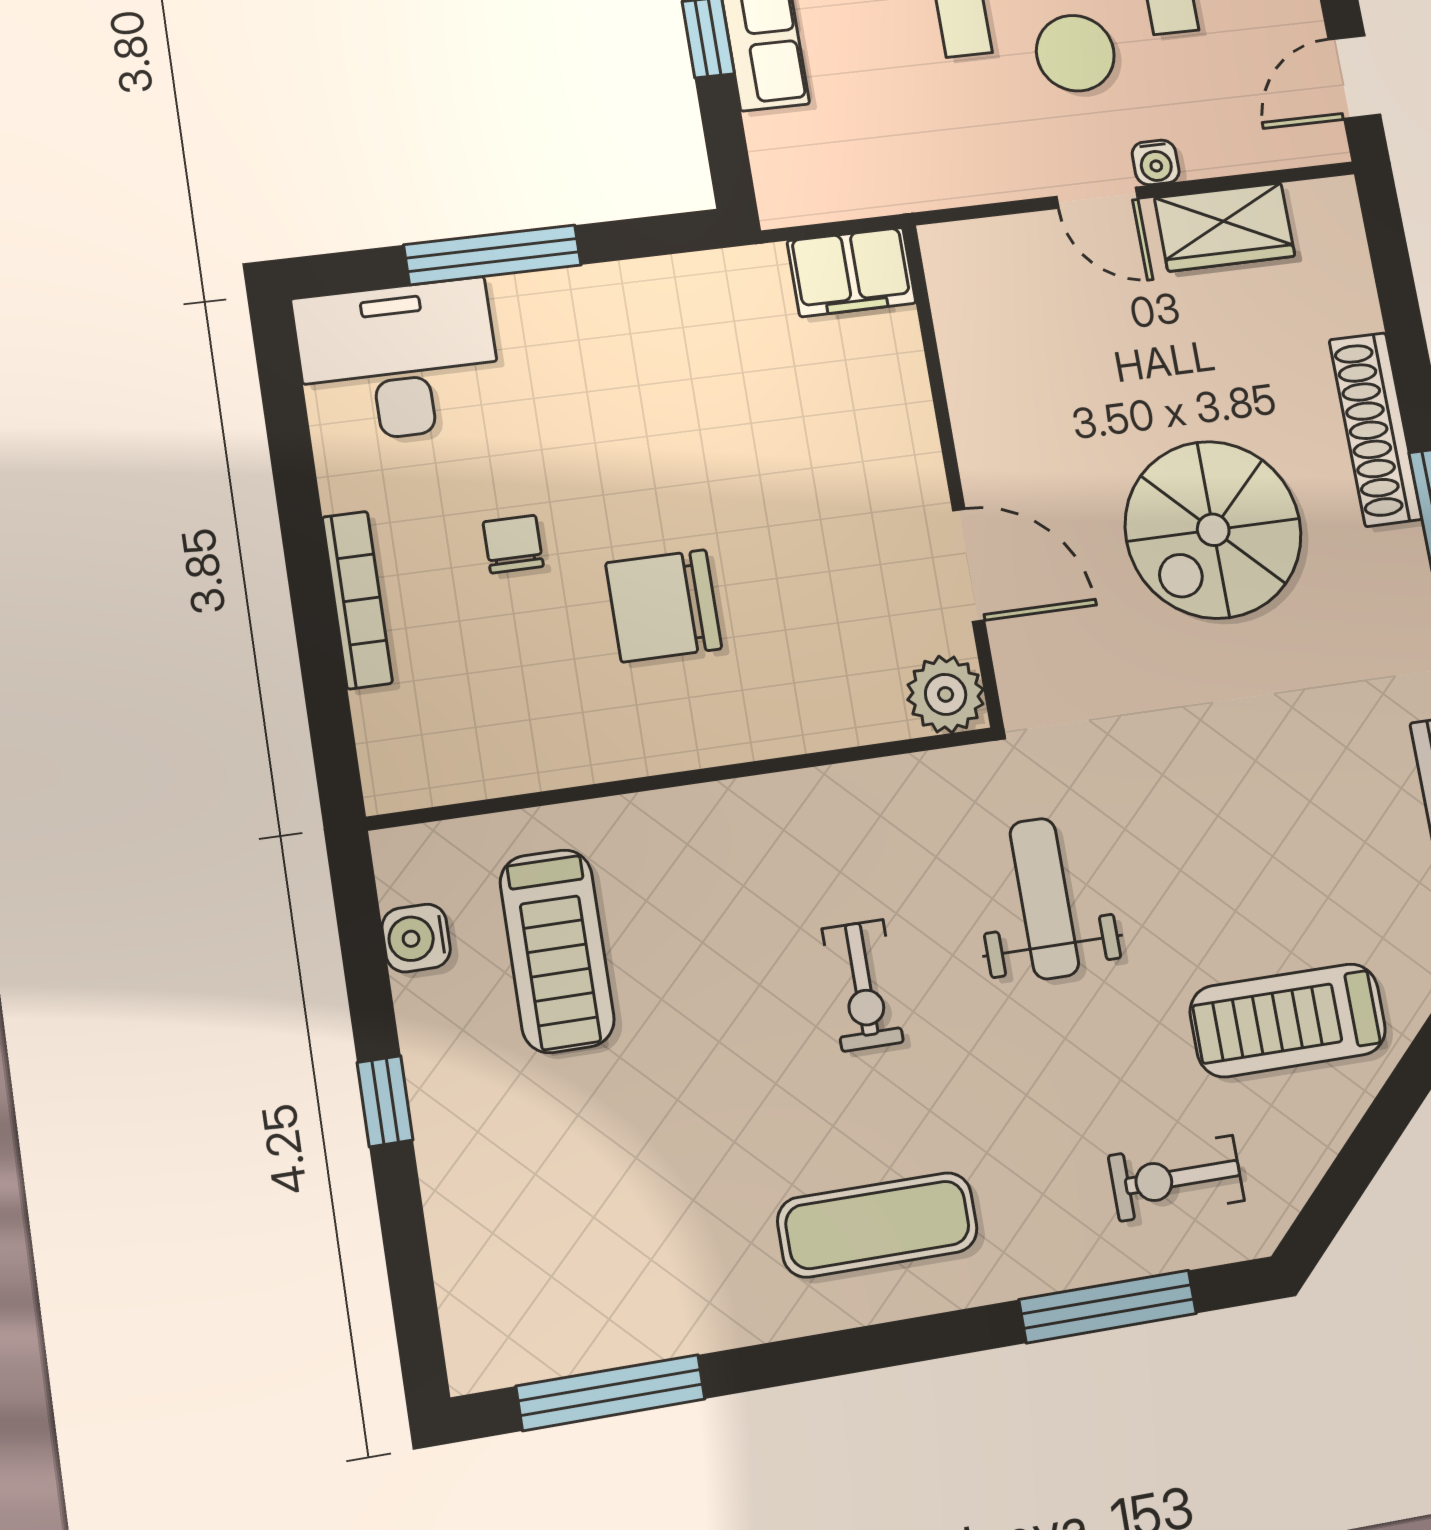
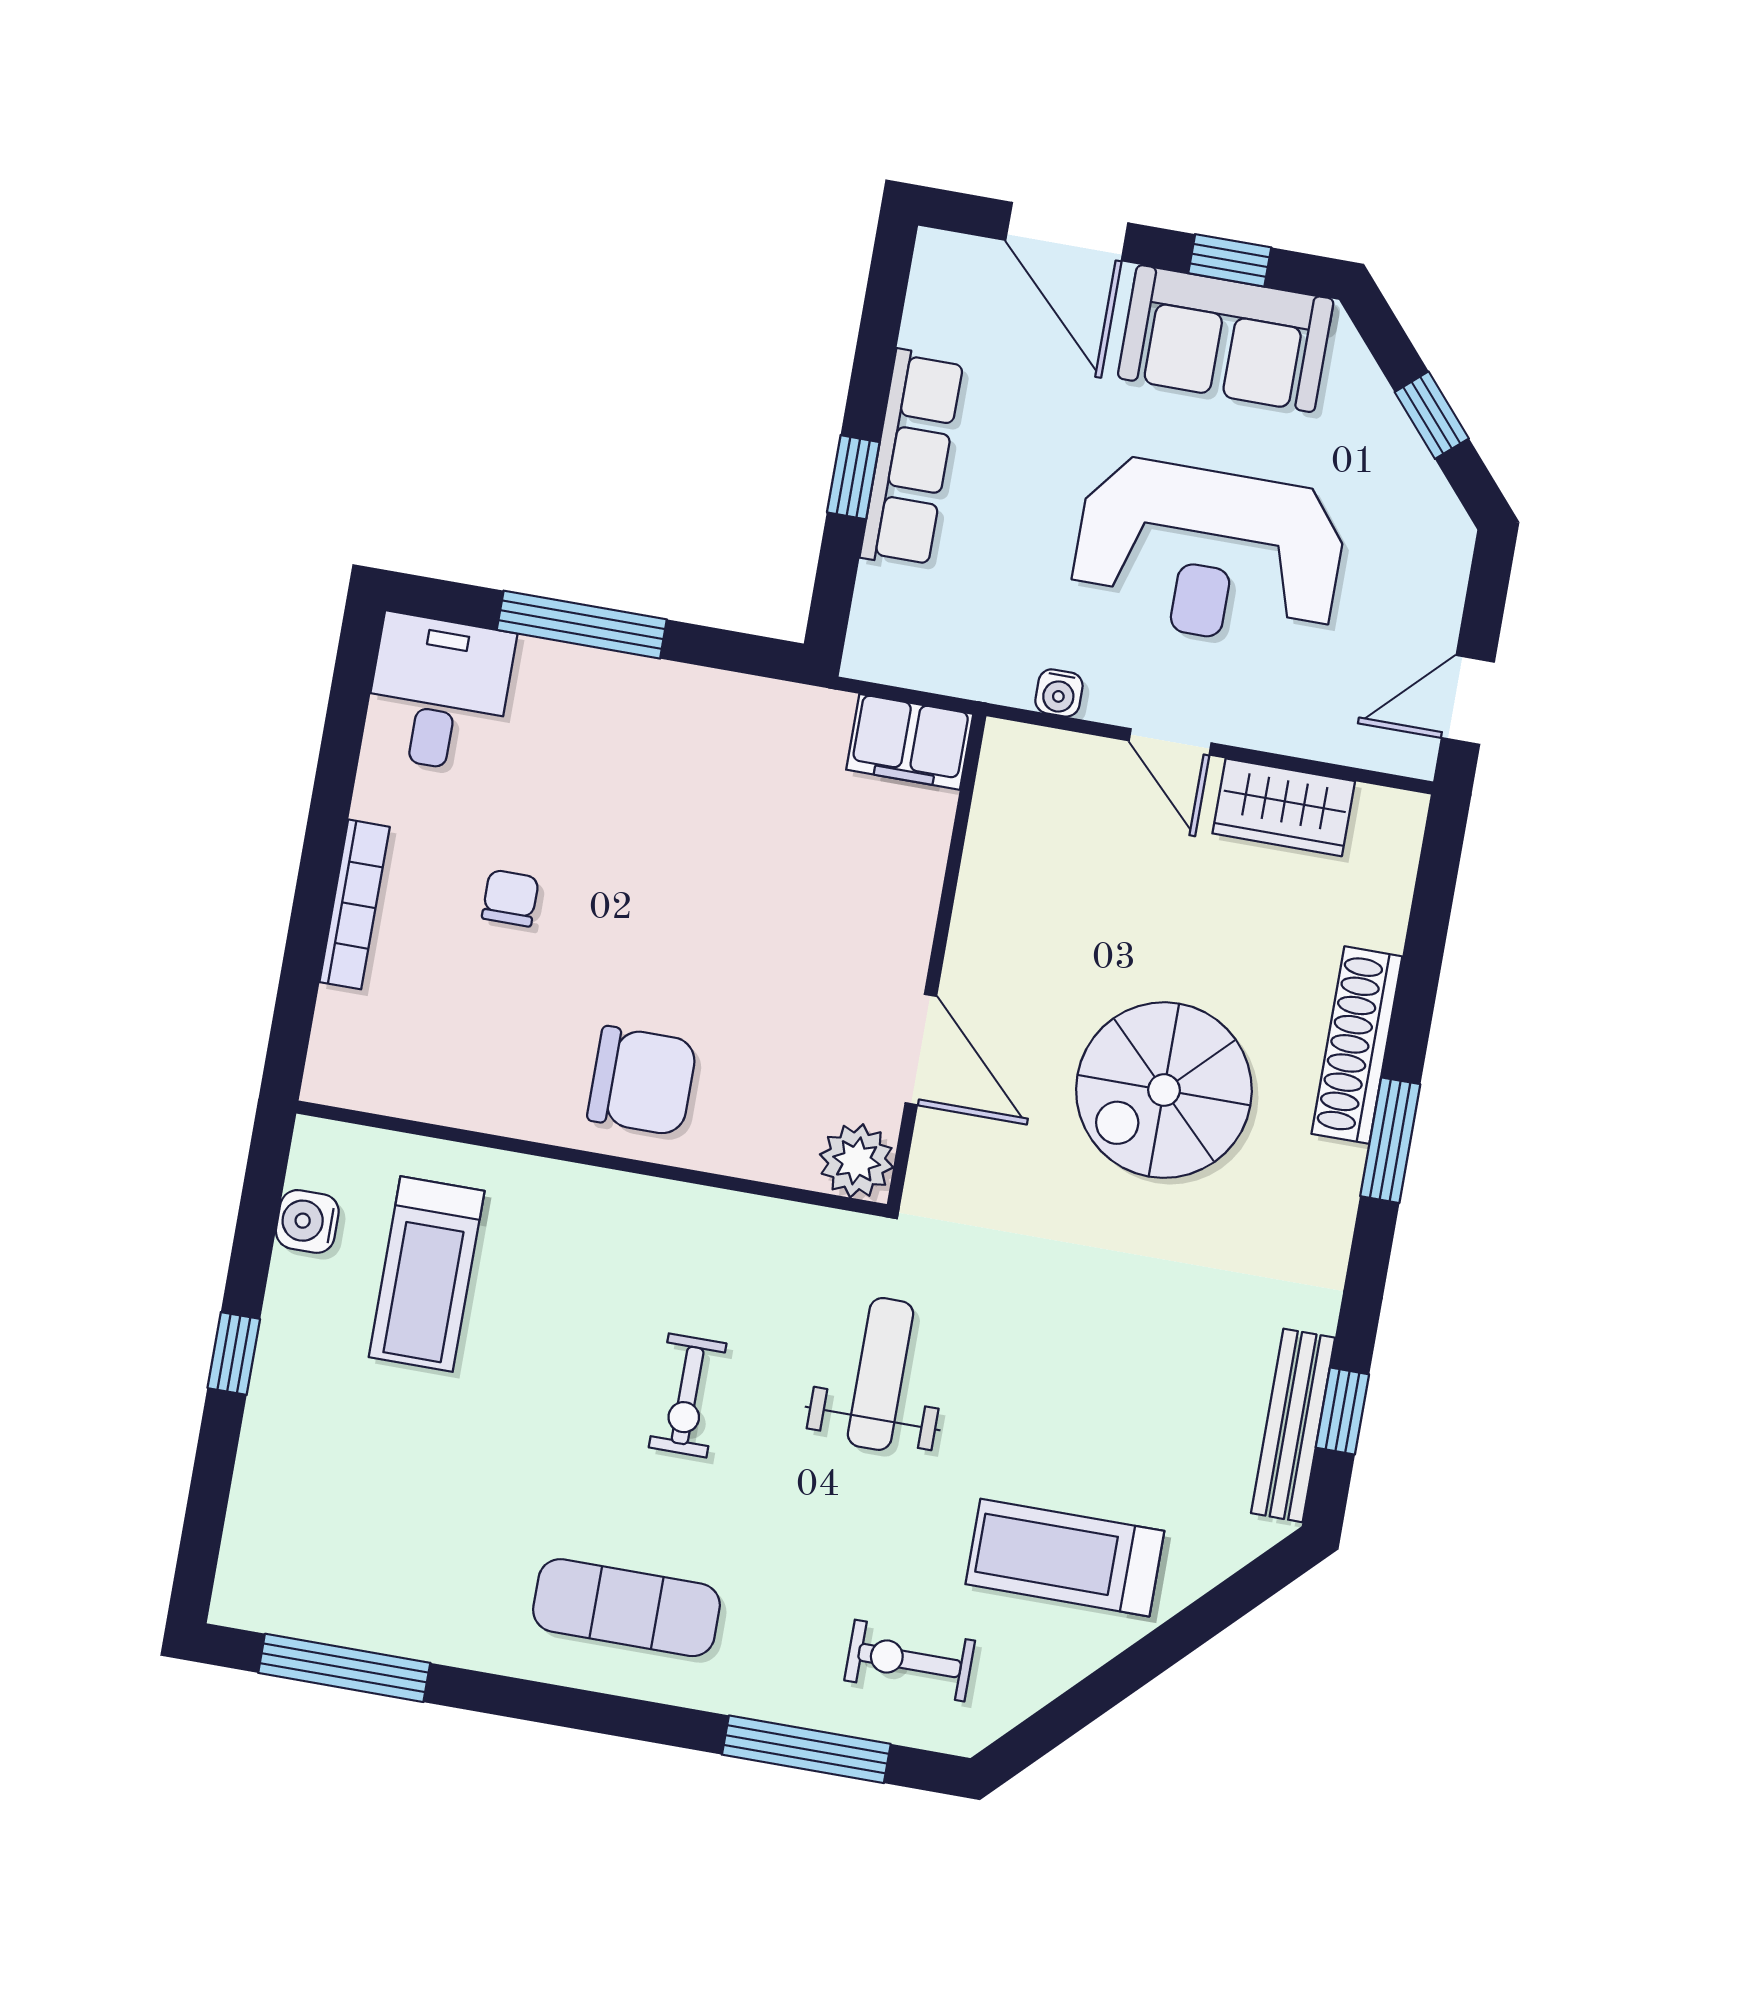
water cooler: (1156, 162) -> (1059, 693), moved
desk: (399, 361) -> (439, 693), width x0.73
chair: (664, 606) -> (642, 1081), moved, turned 180

